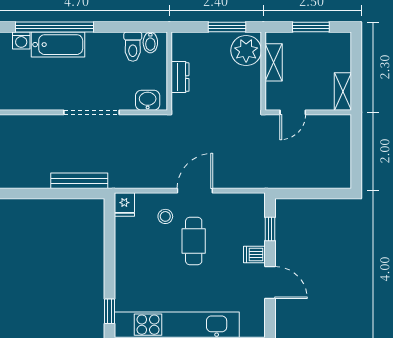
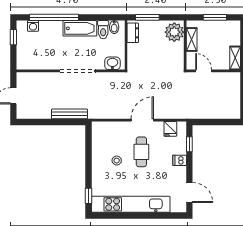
window: (227, 27) -> (147, 17), moved
bathtub: (58, 45) -> (80, 28), moved
dresser: (180, 77) -> (133, 33), moved
door: (293, 112) -> (204, 71), swing flipped
fridge: (124, 204) -> (170, 129), moved
stool: (165, 216) -> (117, 161), moved
door: (270, 283) -> (189, 192), moved

